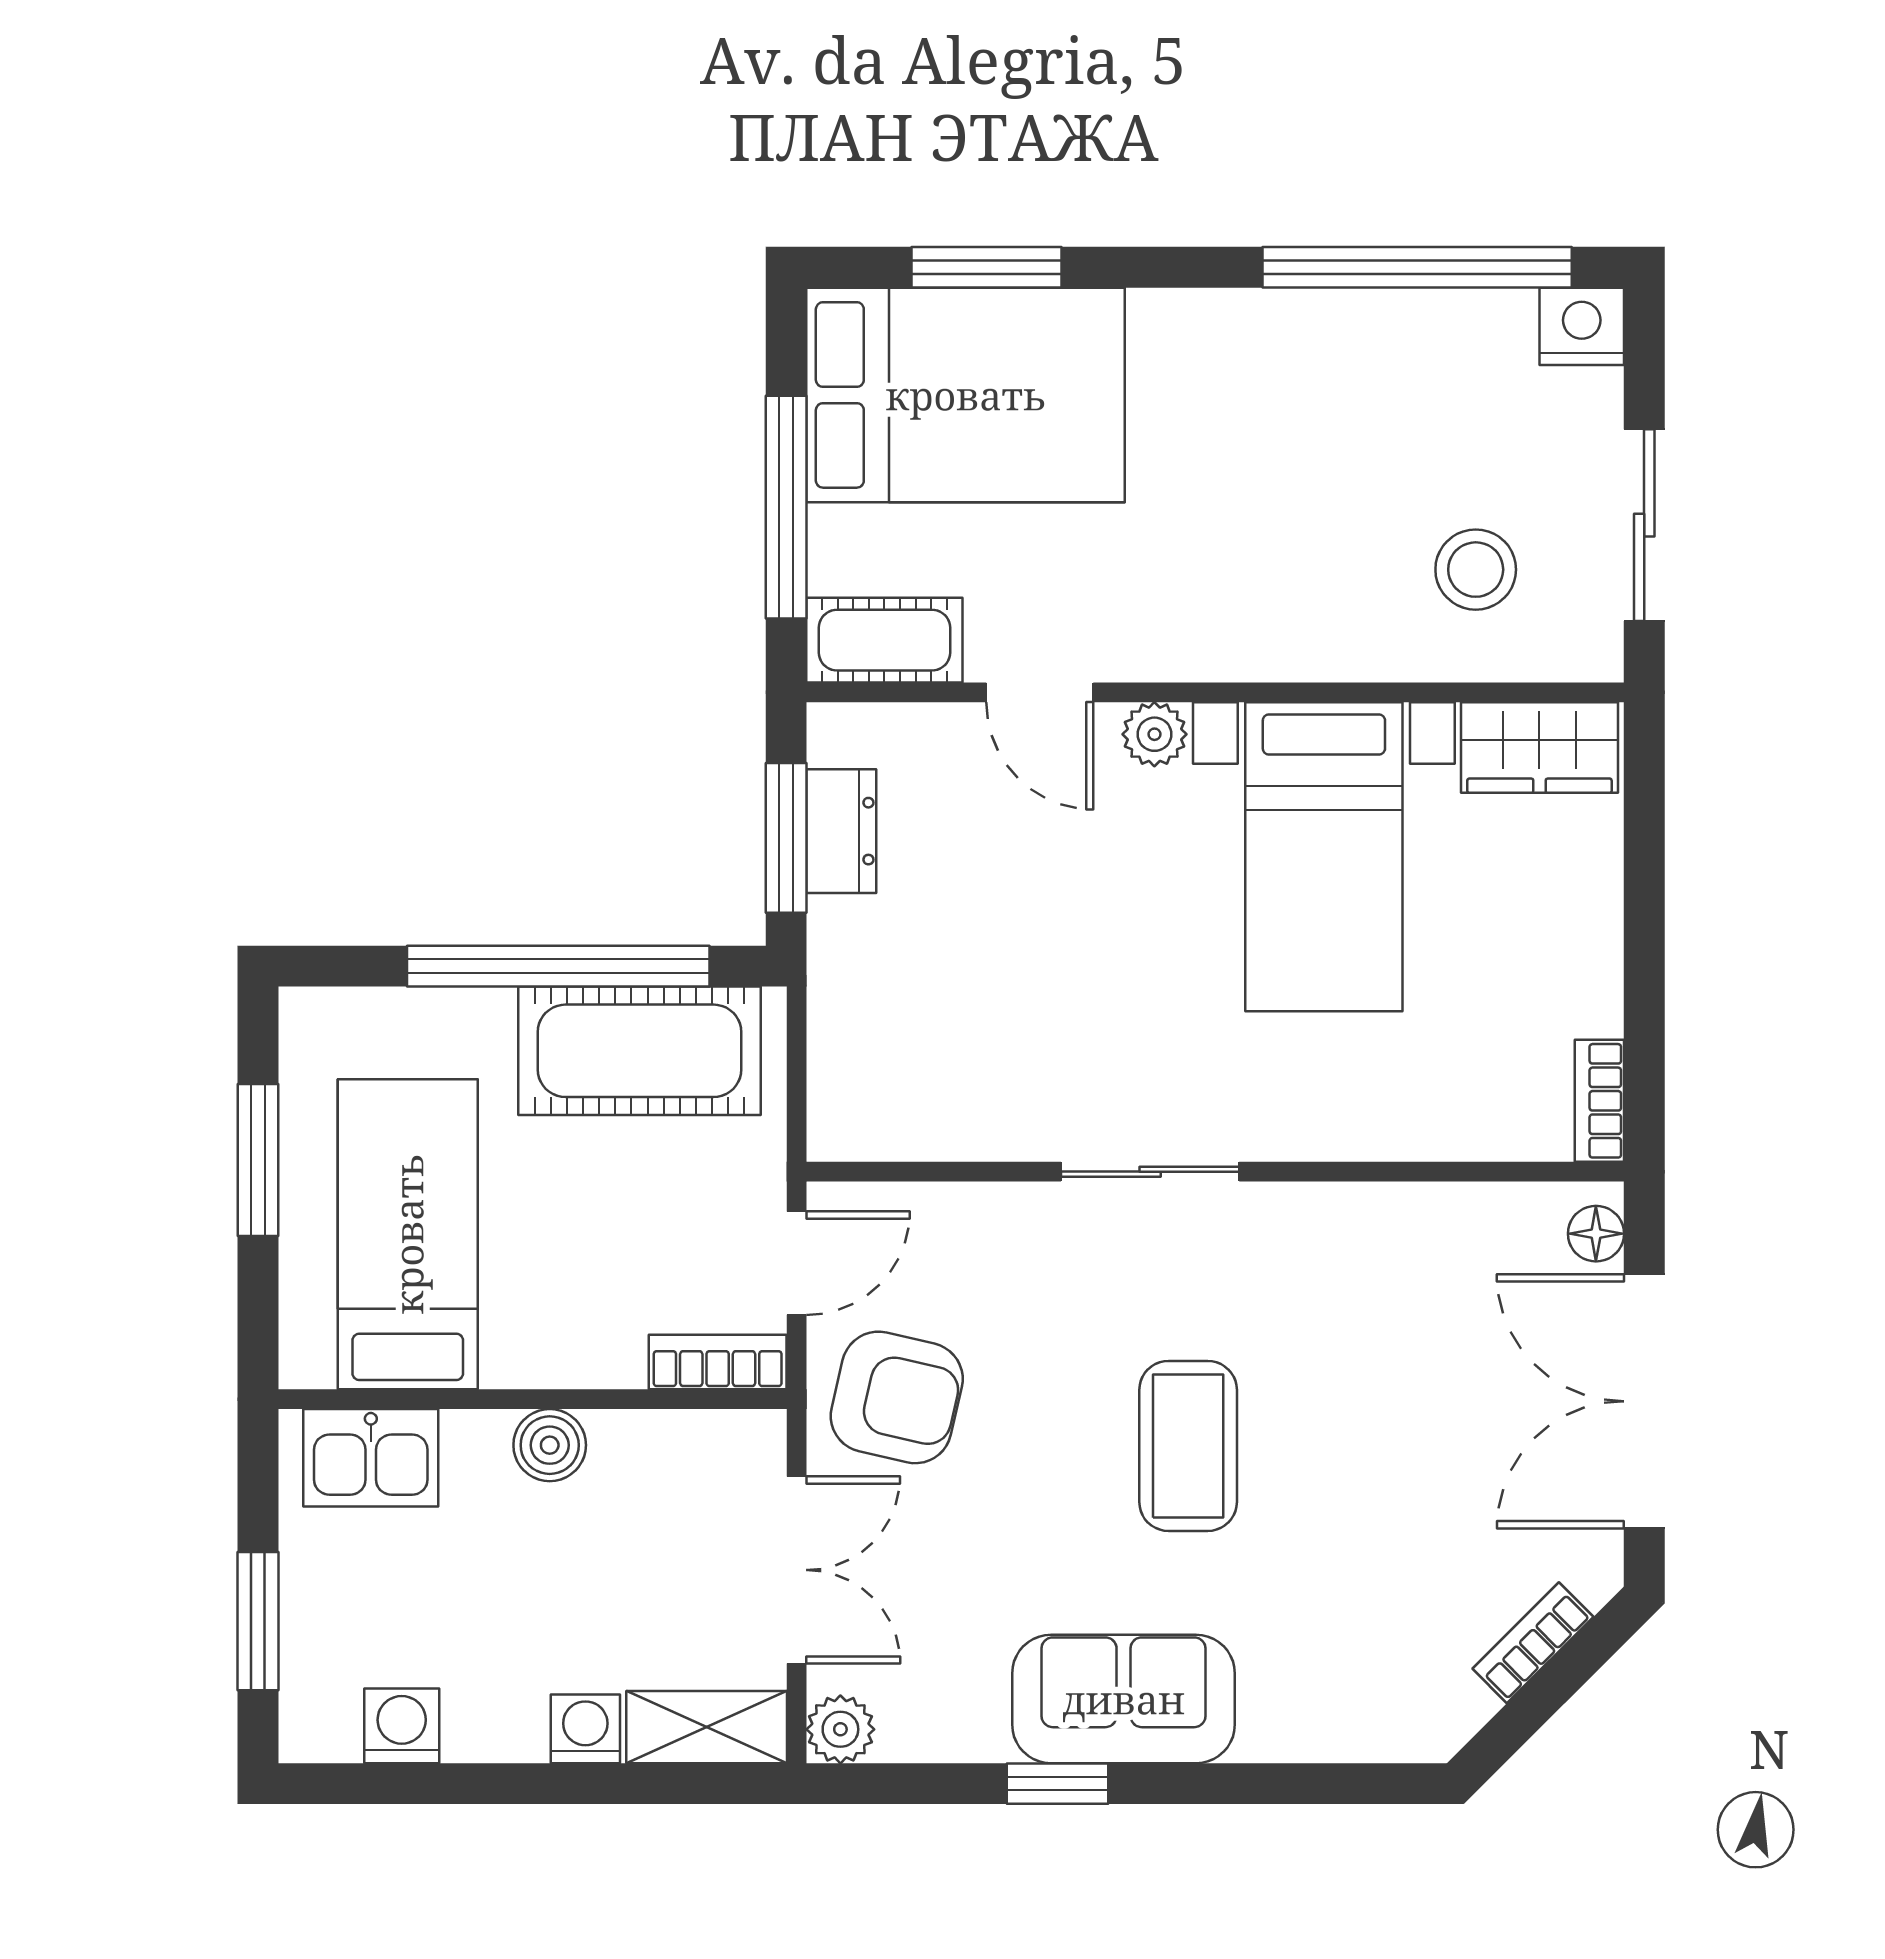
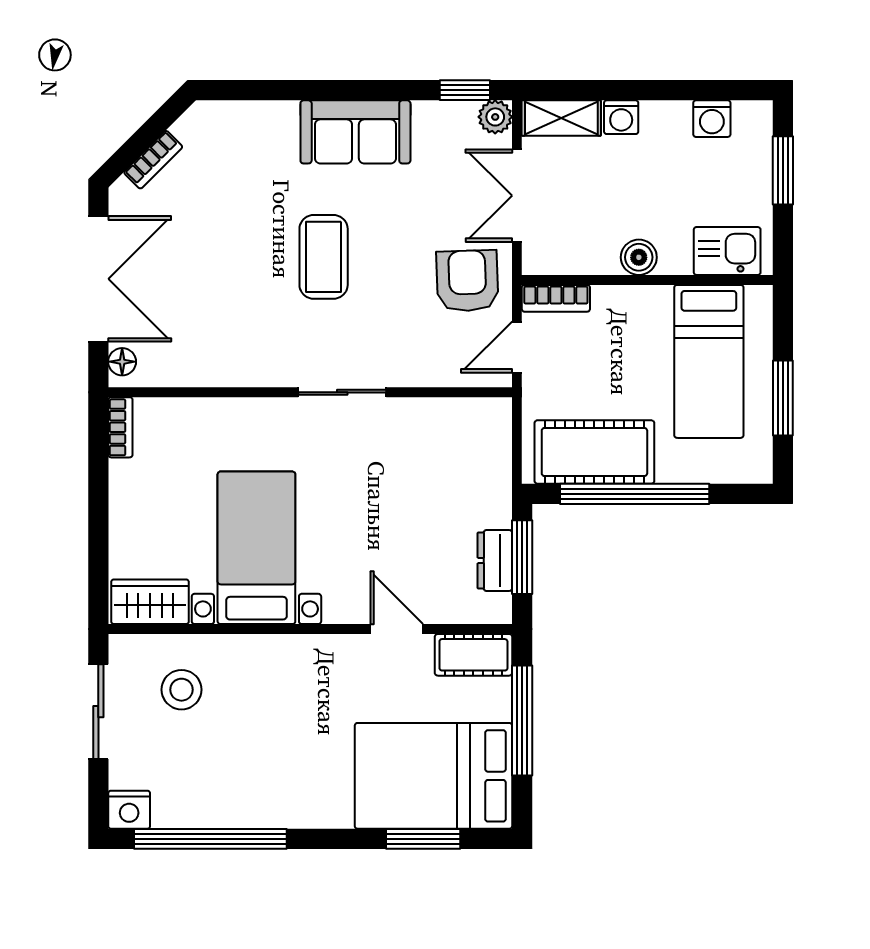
plant: (1154, 734) -> (340, 608), removed
armchair: (897, 1397) -> (467, 281), turned 75
window: (1057, 1784) -> (465, 90), moved

